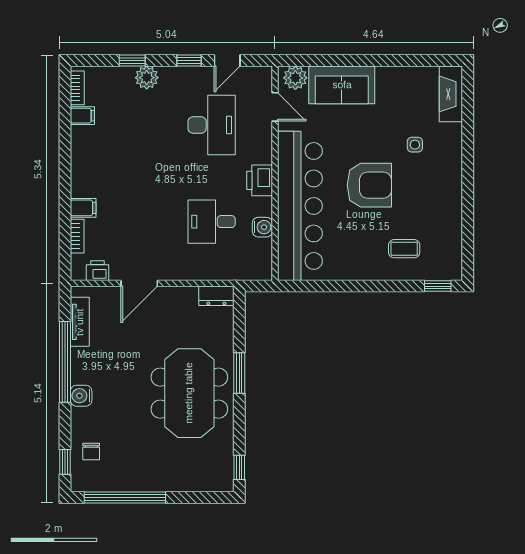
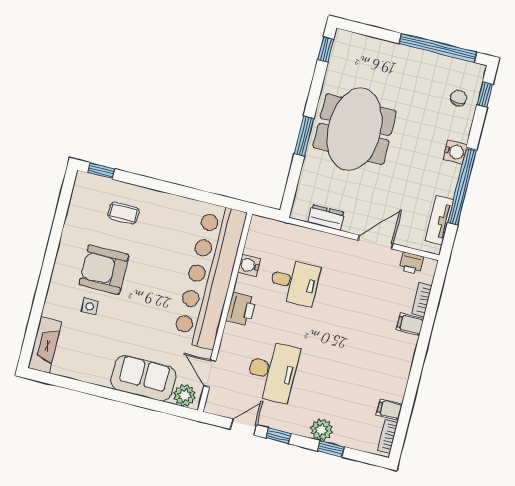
desk: (212, 125) -> (272, 371), turned 180
armchair: (369, 185) -> (104, 270), moved
dresser: (216, 296) -> (326, 217), moved

